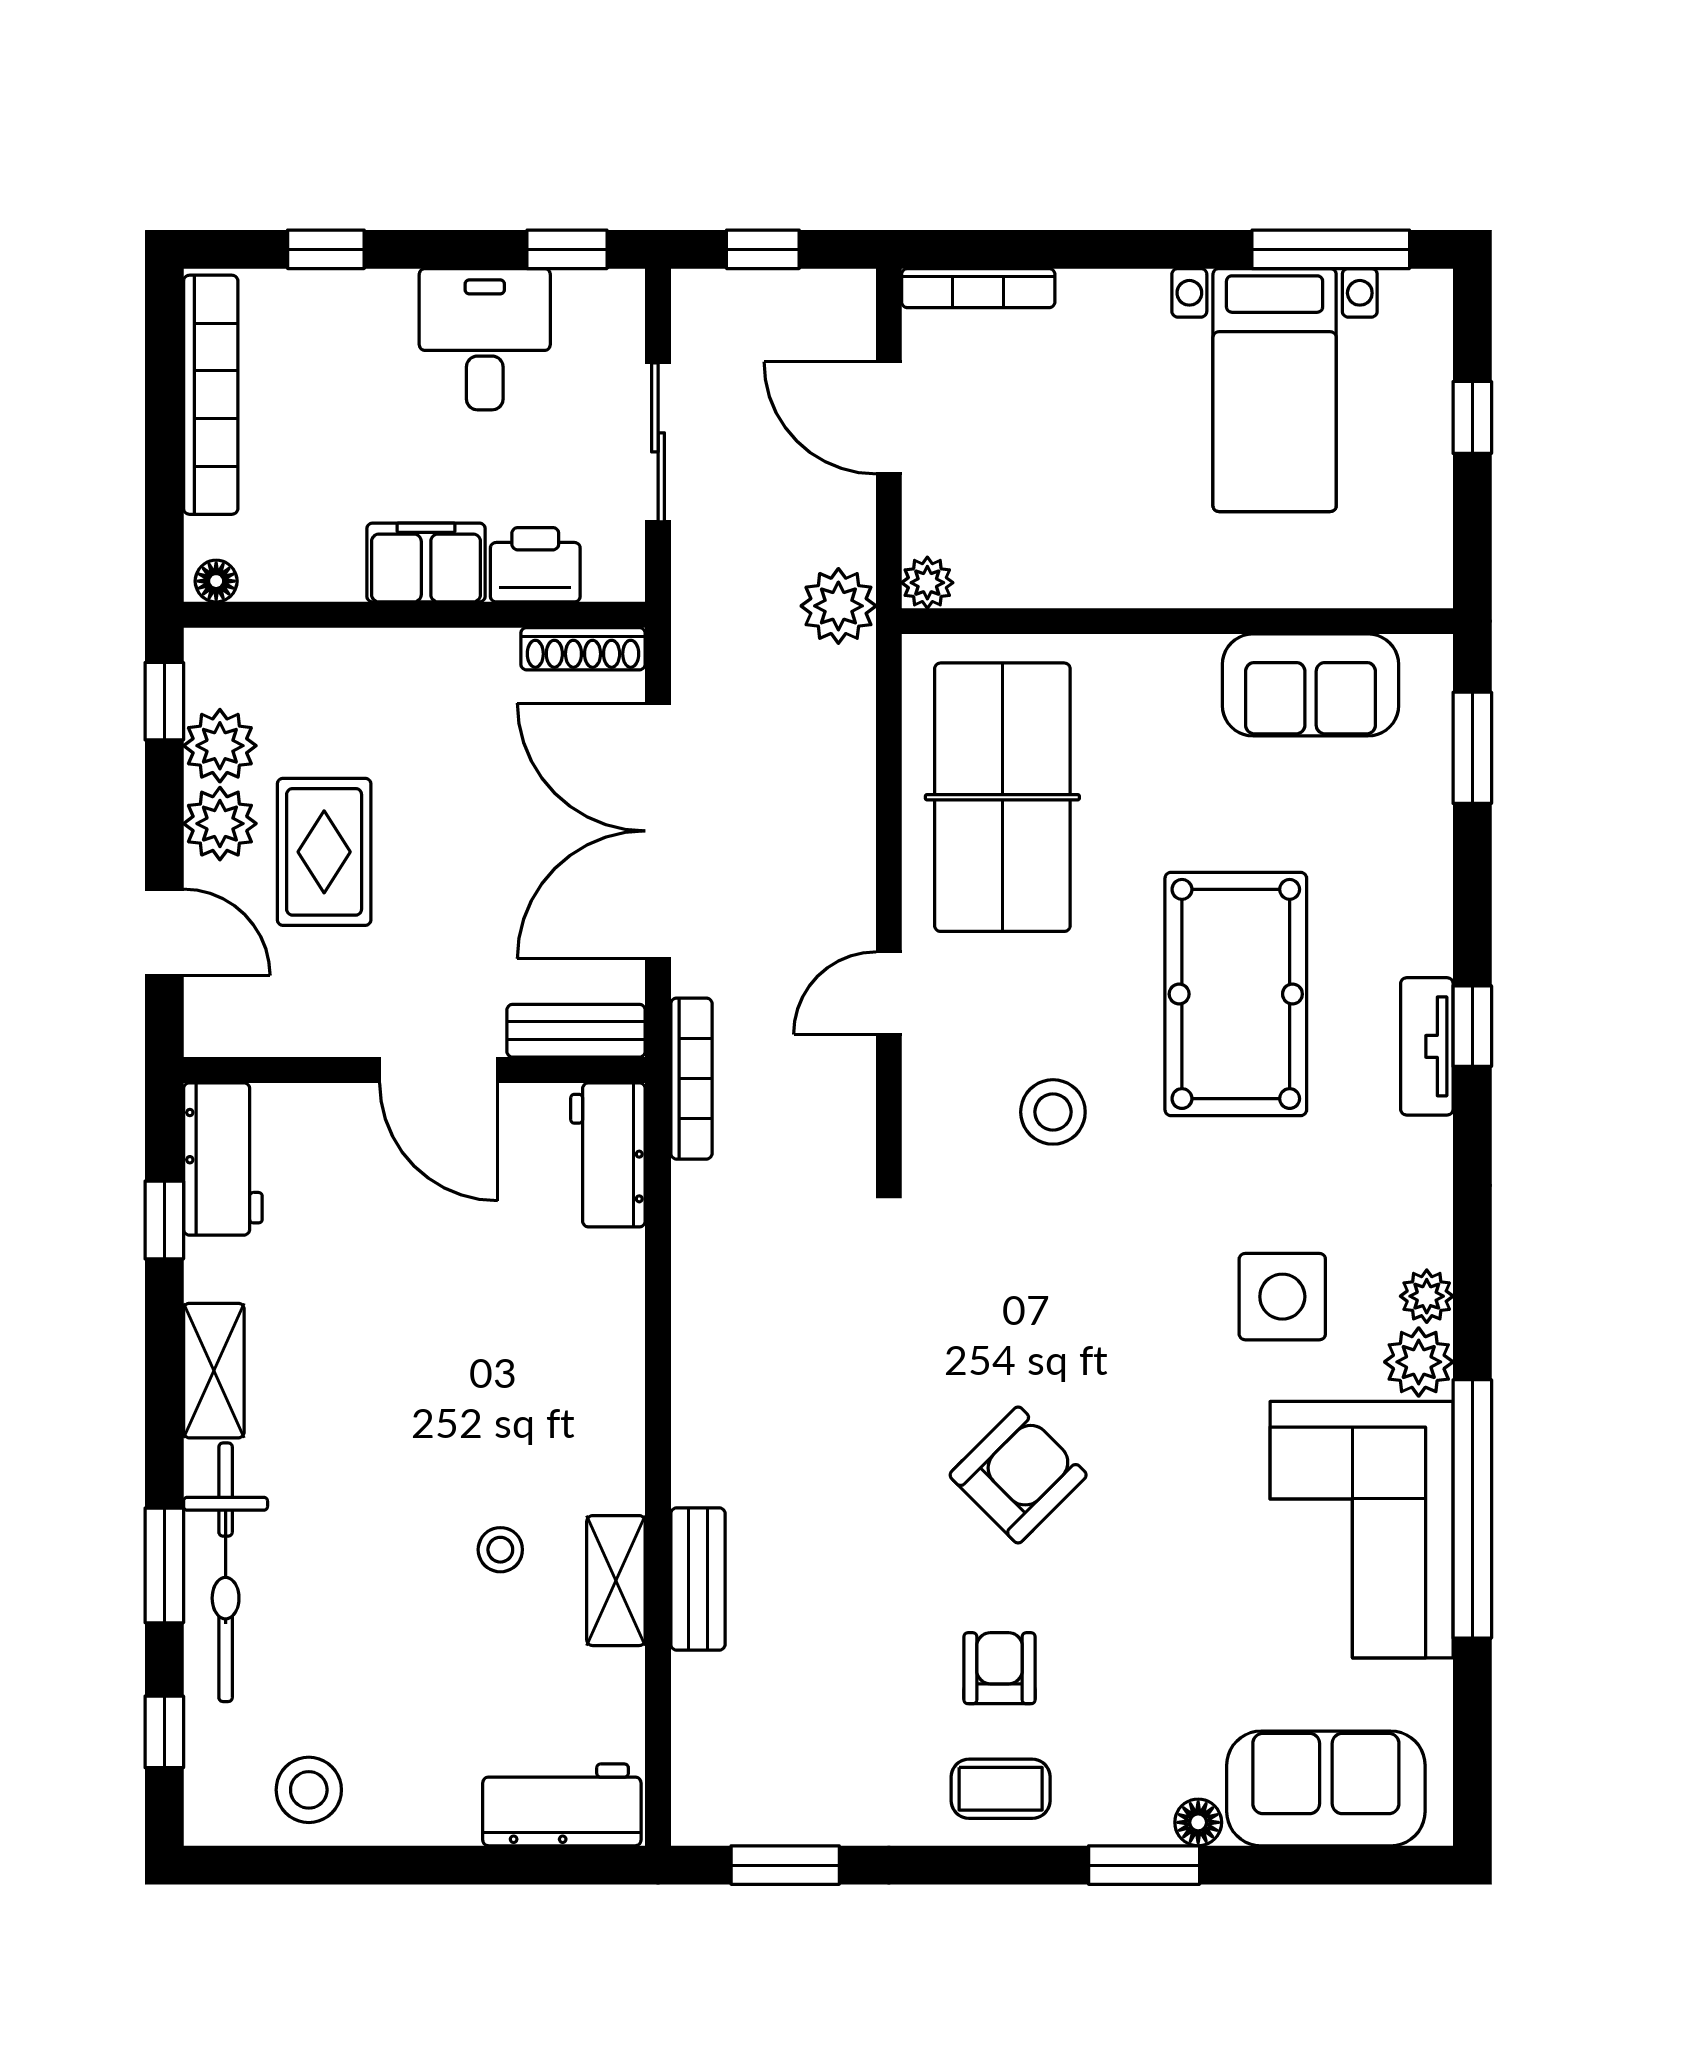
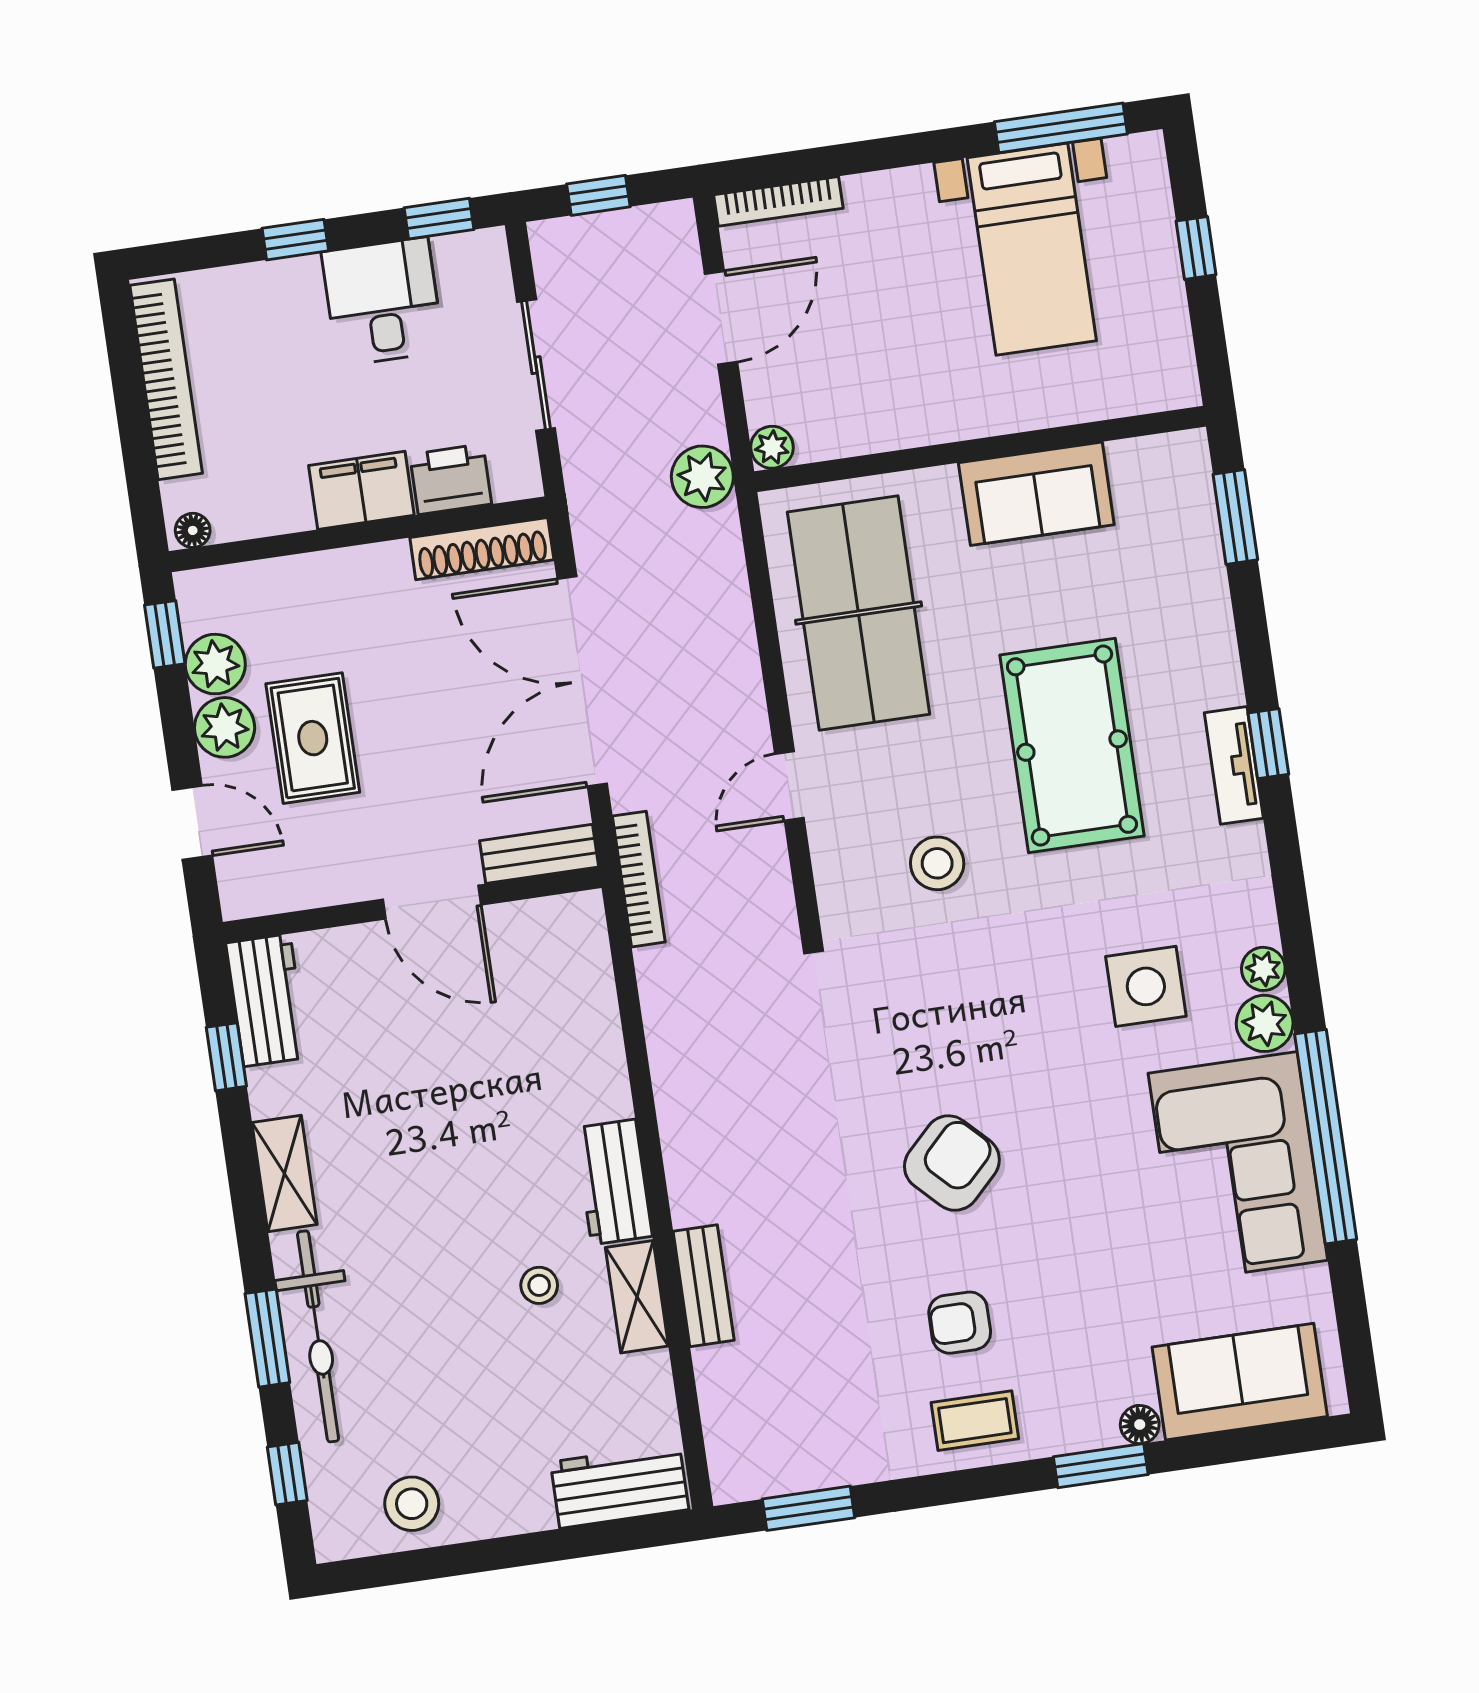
window: (326, 249) -> (295, 240), moved
door: (889, 418) -> (721, 318), swing flipped
shoe rack: (583, 649) -> (482, 549), width x1.36, depth x1.24
sofa: (1311, 685) -> (1036, 494), moved
workbench: (608, 1155) -> (614, 1182), moved
armchair: (999, 1668) -> (960, 1323), turned -90

